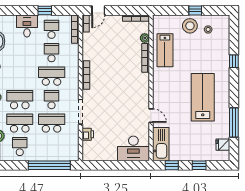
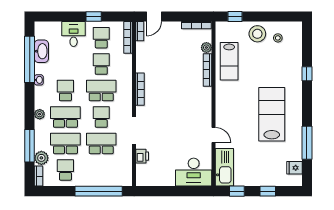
window: (195, 10) -> (235, 16), moved
school desk: (20, 76) -> (65, 91), added

